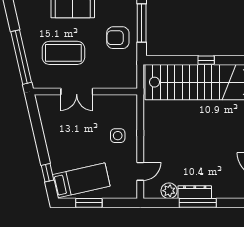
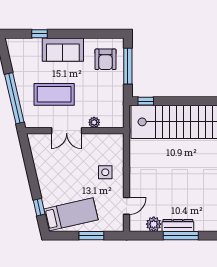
armchair: (118, 38) -> (105, 59), moved, turned -90
window: (206, 60) -> (146, 101), moved
plant: (106, 83) -> (94, 122), added
window: (89, 203) -> (91, 236), moved

